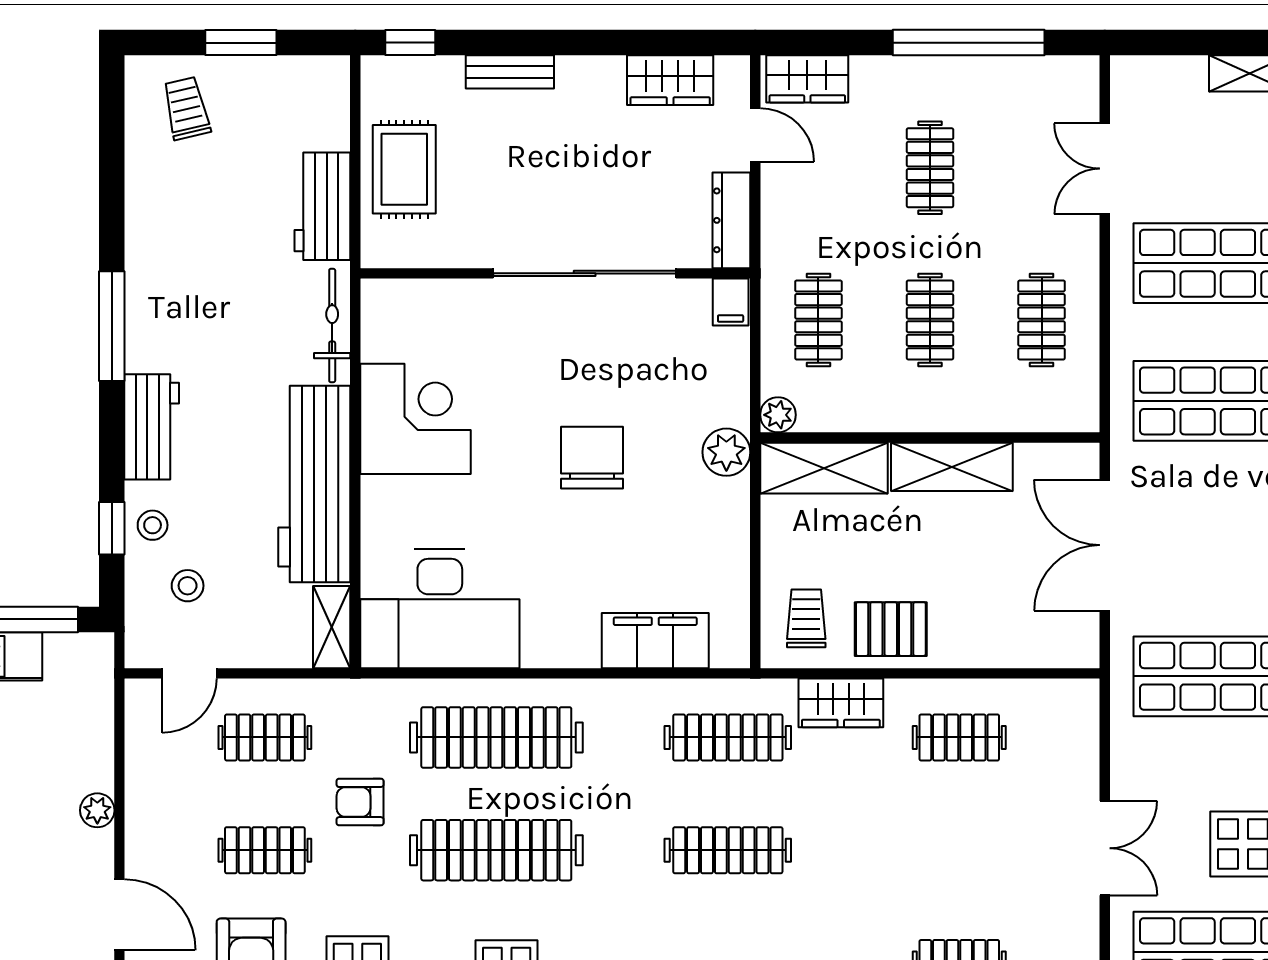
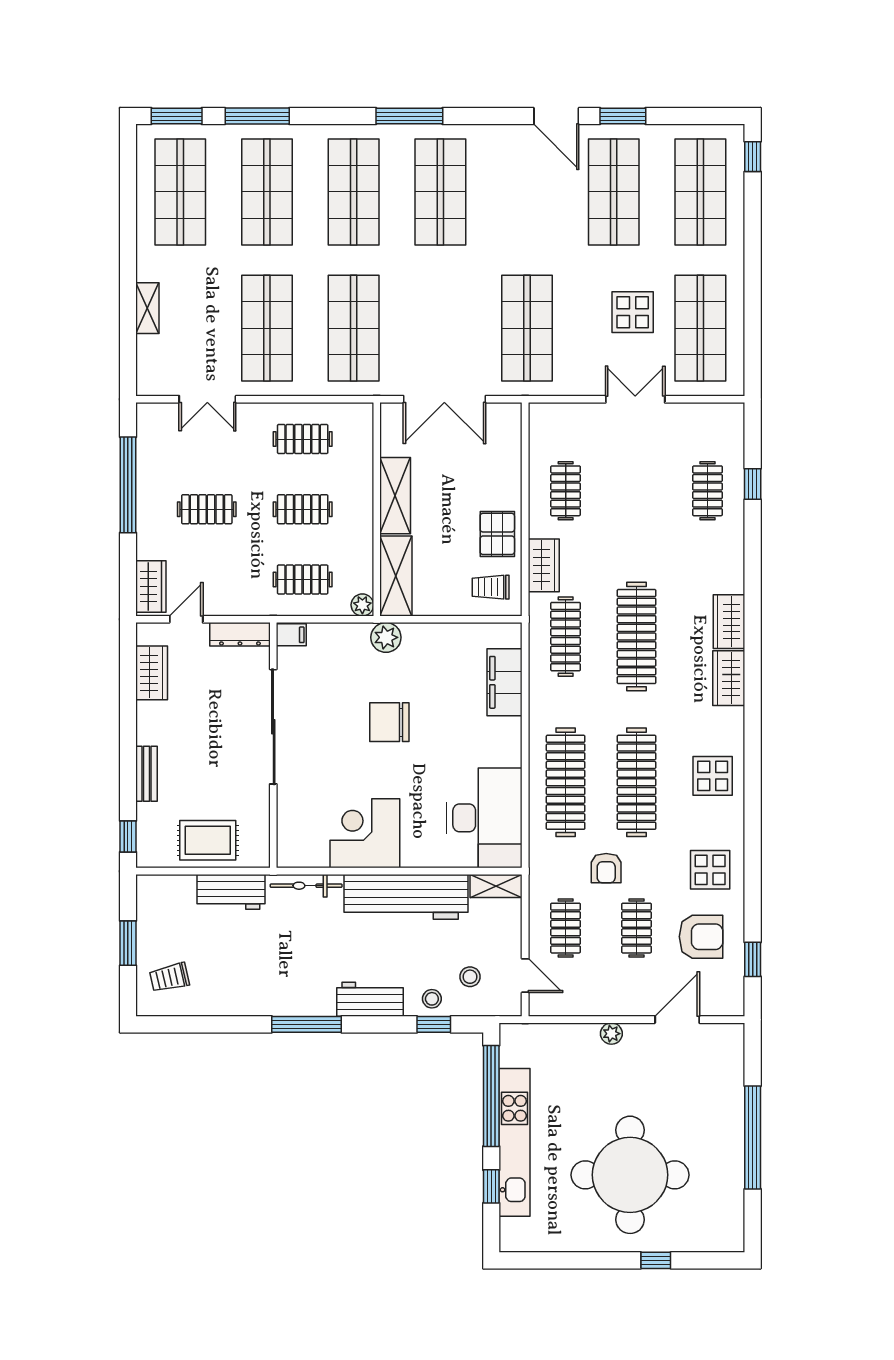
clothes rail: (728, 850) -> (637, 637), width x1.37, depth x1.31

